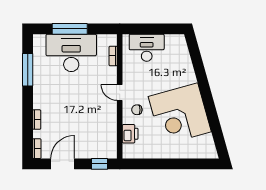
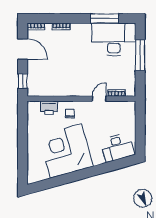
desk: (147, 48) -> (117, 147), moved, turned 74
desk: (71, 53) -> (114, 39), moved, turned -90
door: (120, 93) -> (99, 99), moved

